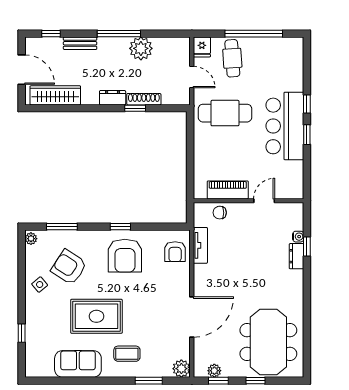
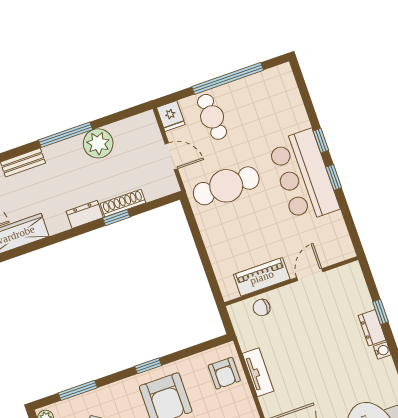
water cooler: (298, 237) -> (382, 351), moved
tv unit: (200, 245) -> (258, 372), moved

